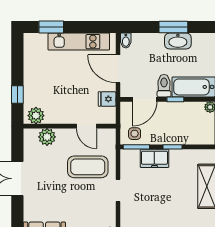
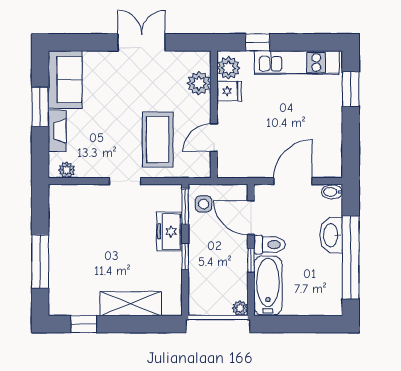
window: (173, 27) -> (351, 257), width x2.11
washbasin: (178, 41) -> (331, 235), moved
kitchen unit: (79, 42) -> (297, 63), moved, turned -90
fridge: (107, 99) -> (229, 91), moved, turned 90

